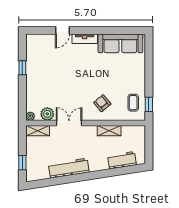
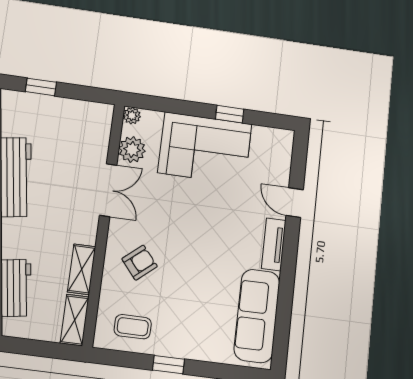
corner sofa: (41, 78) -> (205, 148), added
window: (149, 104) -> (169, 365), moved
shelving: (38, 131) -> (75, 320), moved

